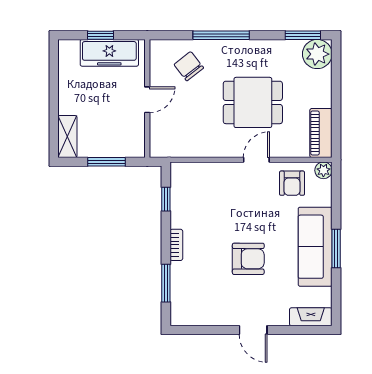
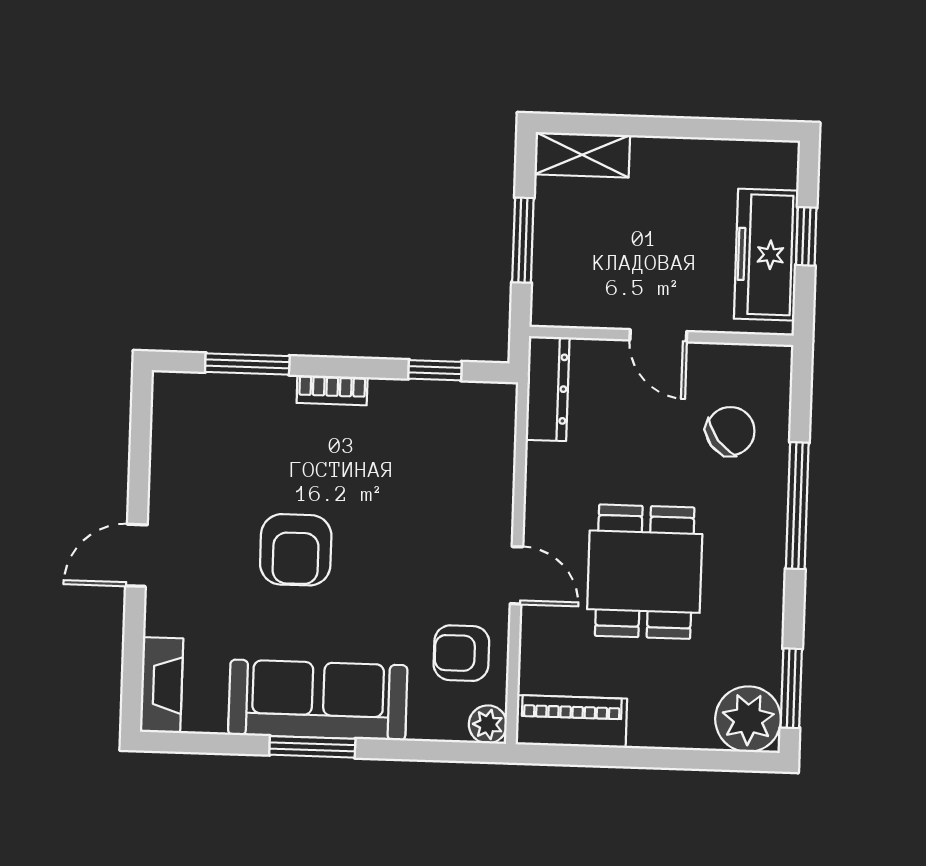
dresser: (172, 149) -> (548, 389), added

